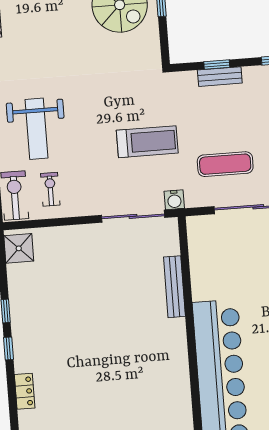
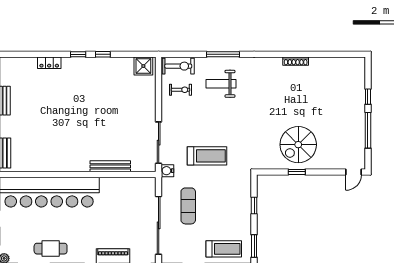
bench: (220, 77) -> (246, 207), removed
weight bench: (37, 129) -> (221, 84), width x0.73, depth x0.75
treadmill: (147, 142) -> (207, 156), turned -90

